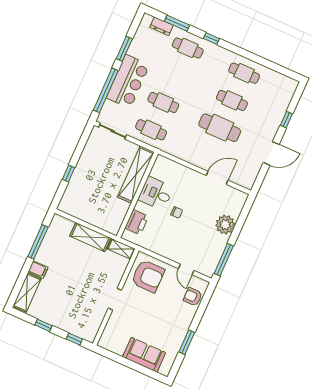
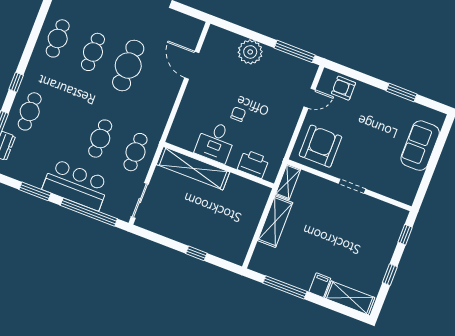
armchair: (193, 297) -> (344, 88), turned 90

